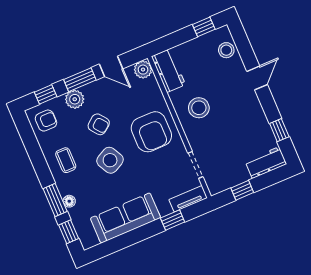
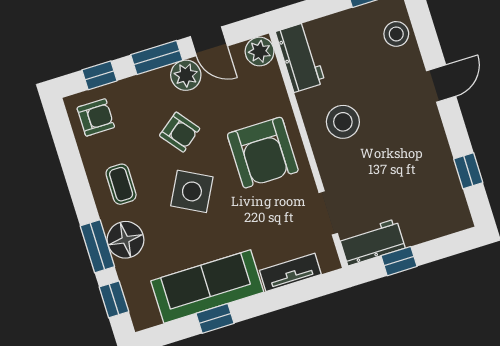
plant: (75, 99) -> (186, 75), moved
side table: (110, 160) -> (192, 191), turned -34
workbench: (266, 163) -> (372, 242), moved
tv unit: (188, 199) -> (290, 272), moved
floor lamp: (69, 201) -> (126, 240), width x1.89, depth x1.89
window: (173, 220) -> (215, 318), moved

